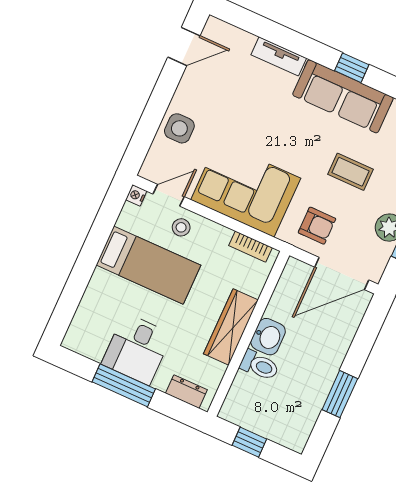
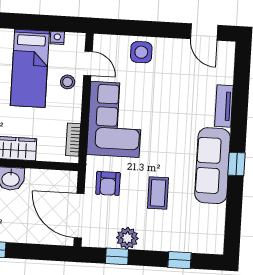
nightstand: (136, 195) -> (57, 38), moved

